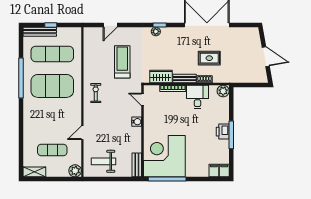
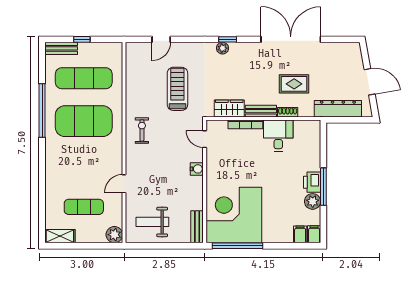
bench: (40, 32) -> (61, 48), width x0.73
dresser: (242, 77) -> (338, 109), added
plant: (223, 91) -> (313, 201), moved

